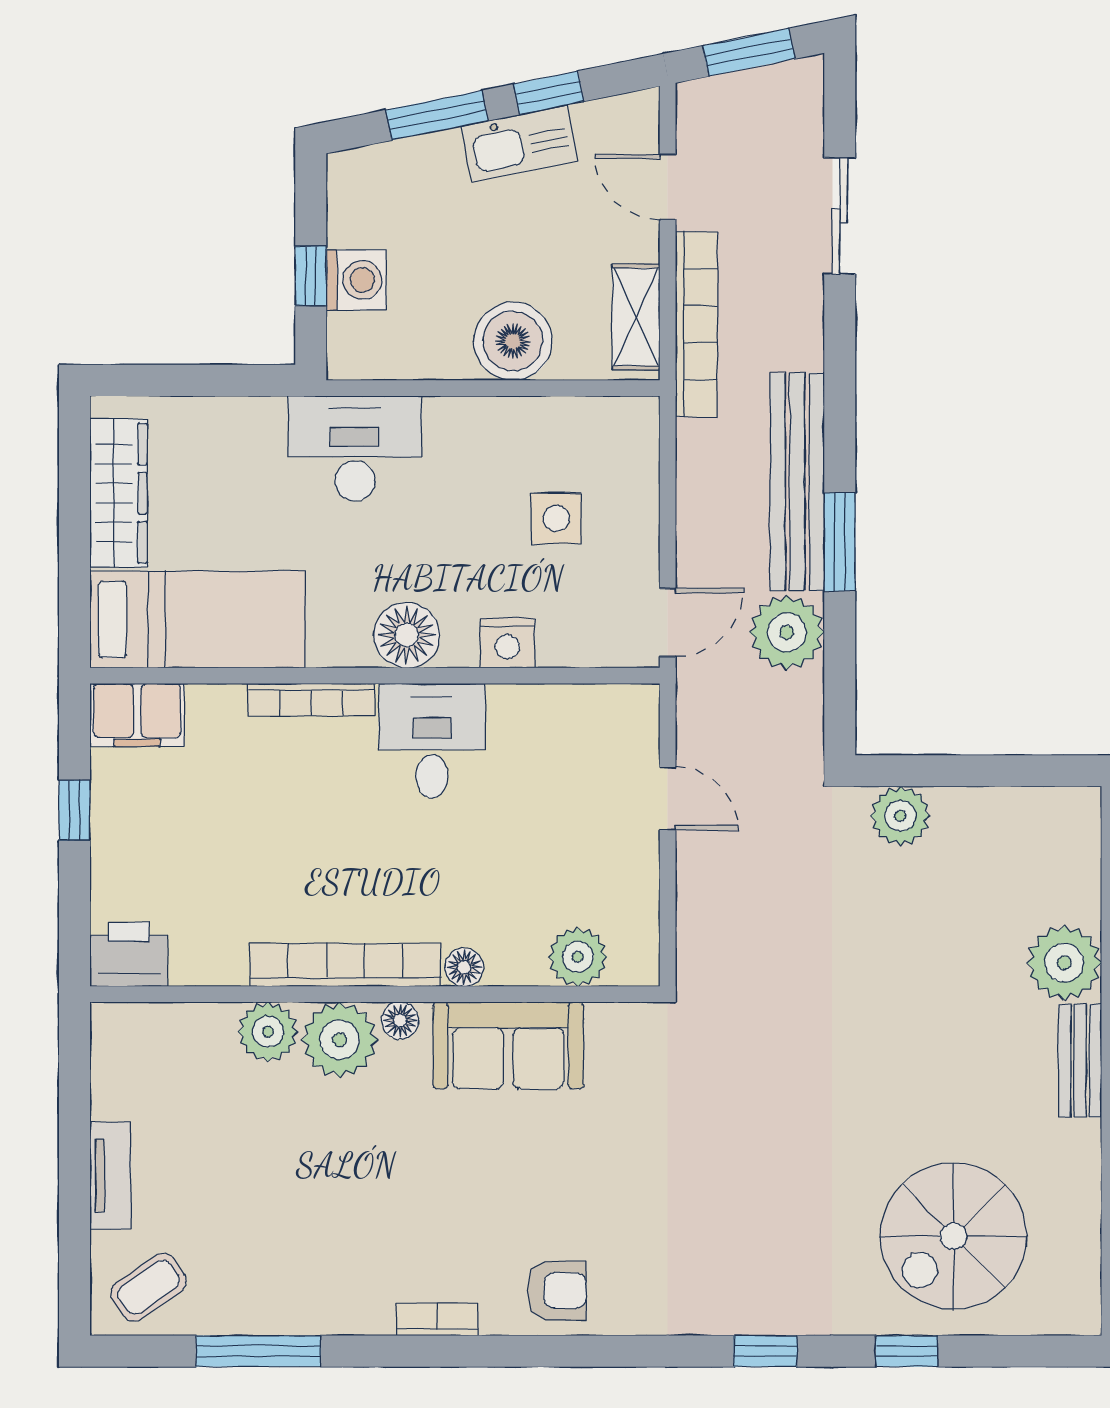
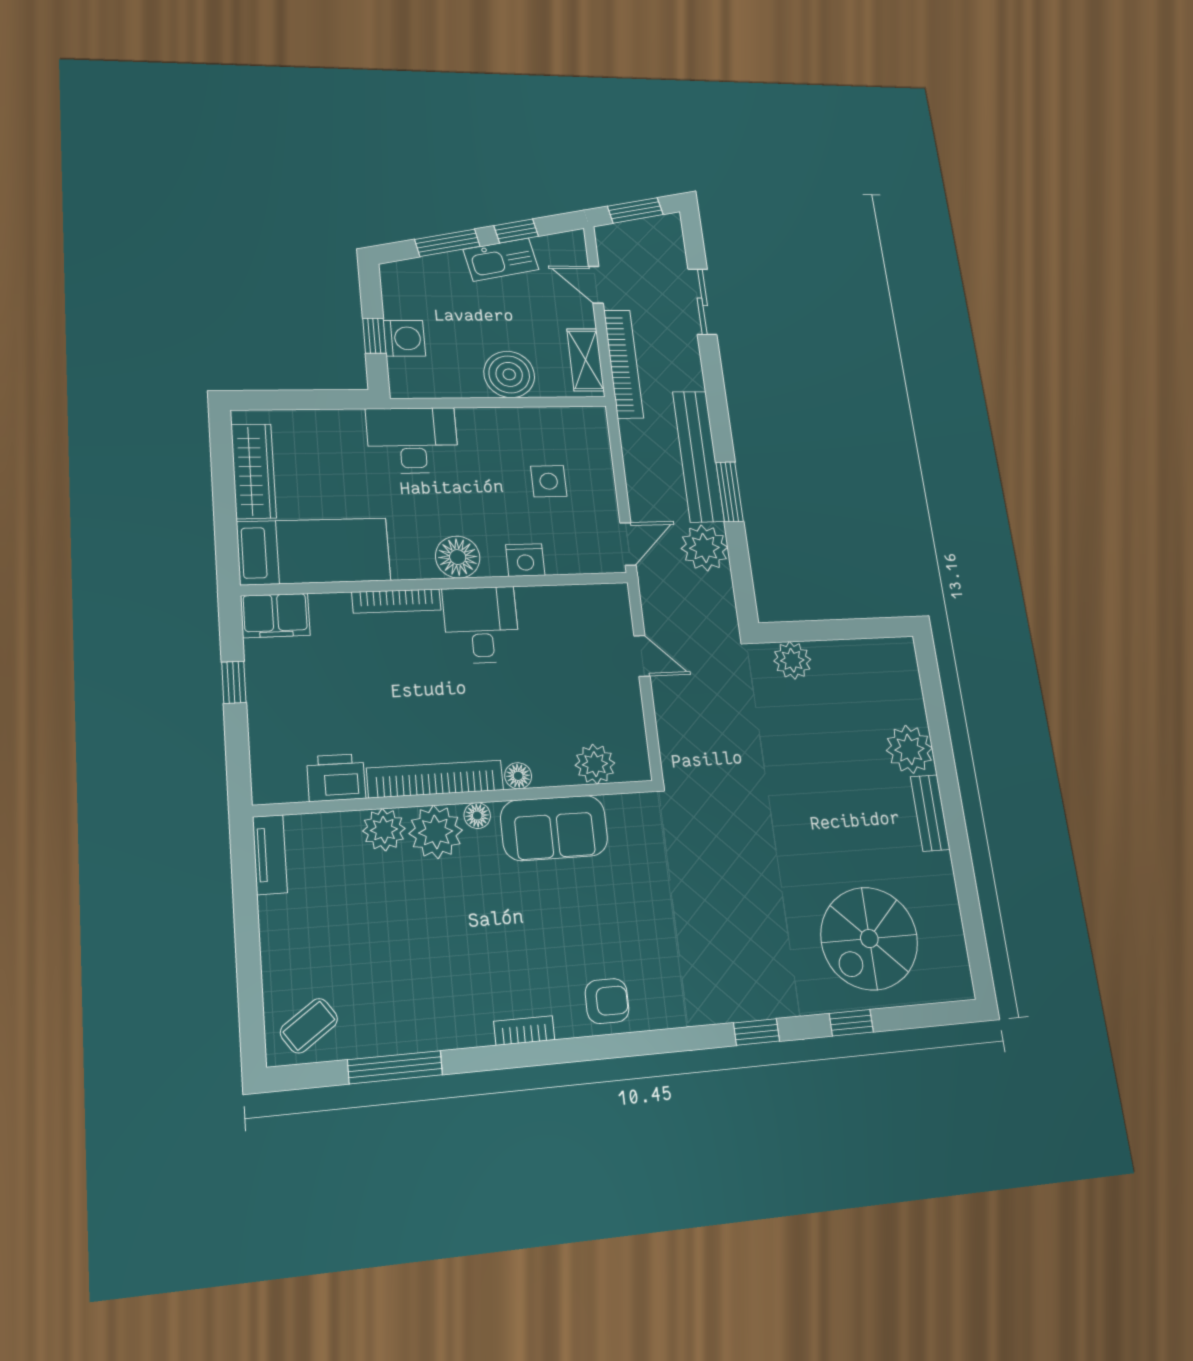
printer: (129, 954) -> (336, 778), moved
tv unit: (110, 1176) -> (270, 855), moved

